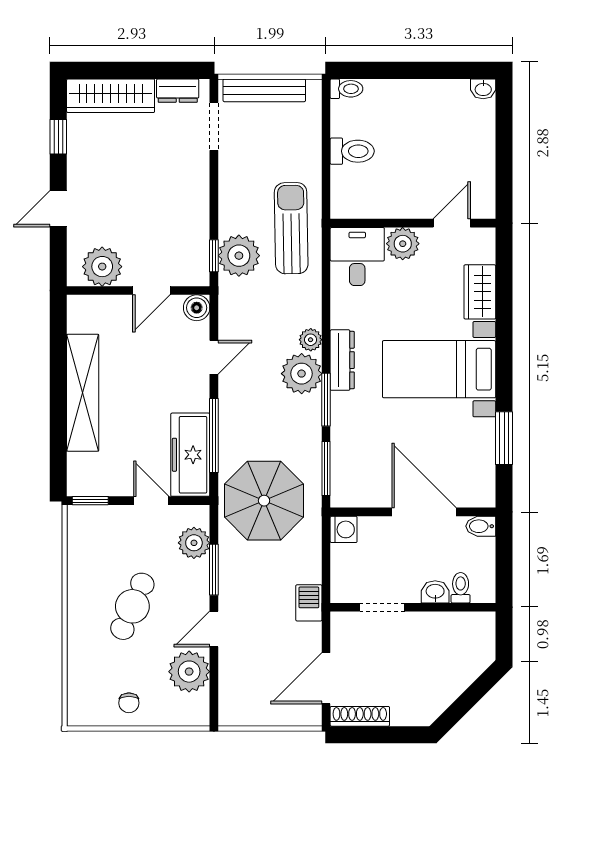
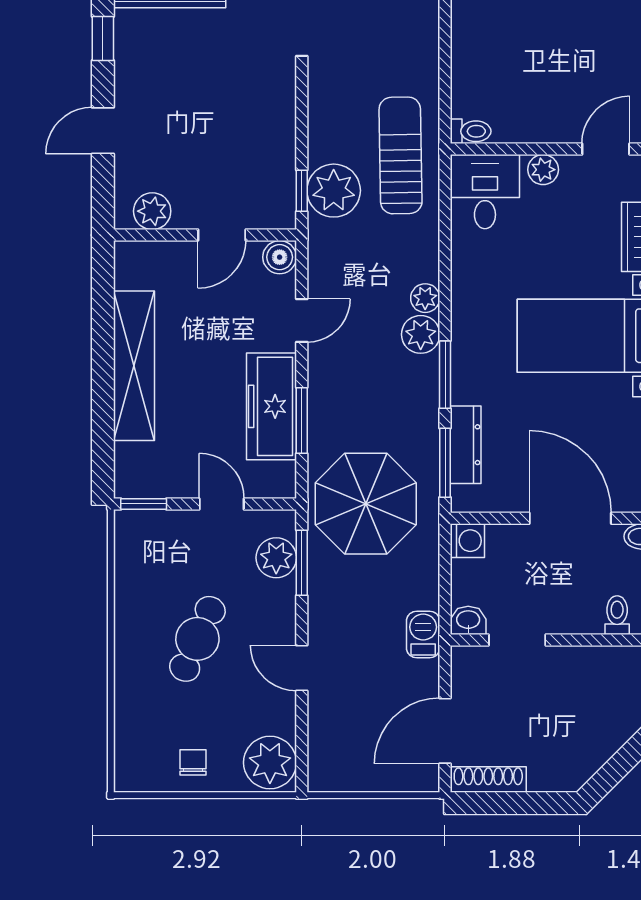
toilet: (352, 151) -> (471, 131), moved, width x0.73, depth x0.72
plant: (403, 244) -> (543, 170), width x0.73, depth x0.73
plant: (102, 267) -> (152, 211), width x0.73, depth x0.73
dresser: (342, 360) -> (466, 445), moved
plant: (302, 374) -> (421, 334), width x0.73, depth x0.73
window: (214, 436) -> (302, 421), width x0.69
freezer: (190, 455) -> (272, 406), moved
window: (214, 570) -> (302, 563), moved
washbasin: (435, 592) -> (468, 620), moved
door: (214, 629) -> (302, 668), hinge flipped
plant: (189, 672) -> (270, 763), moved
chair: (129, 703) -> (193, 762), turned 180

